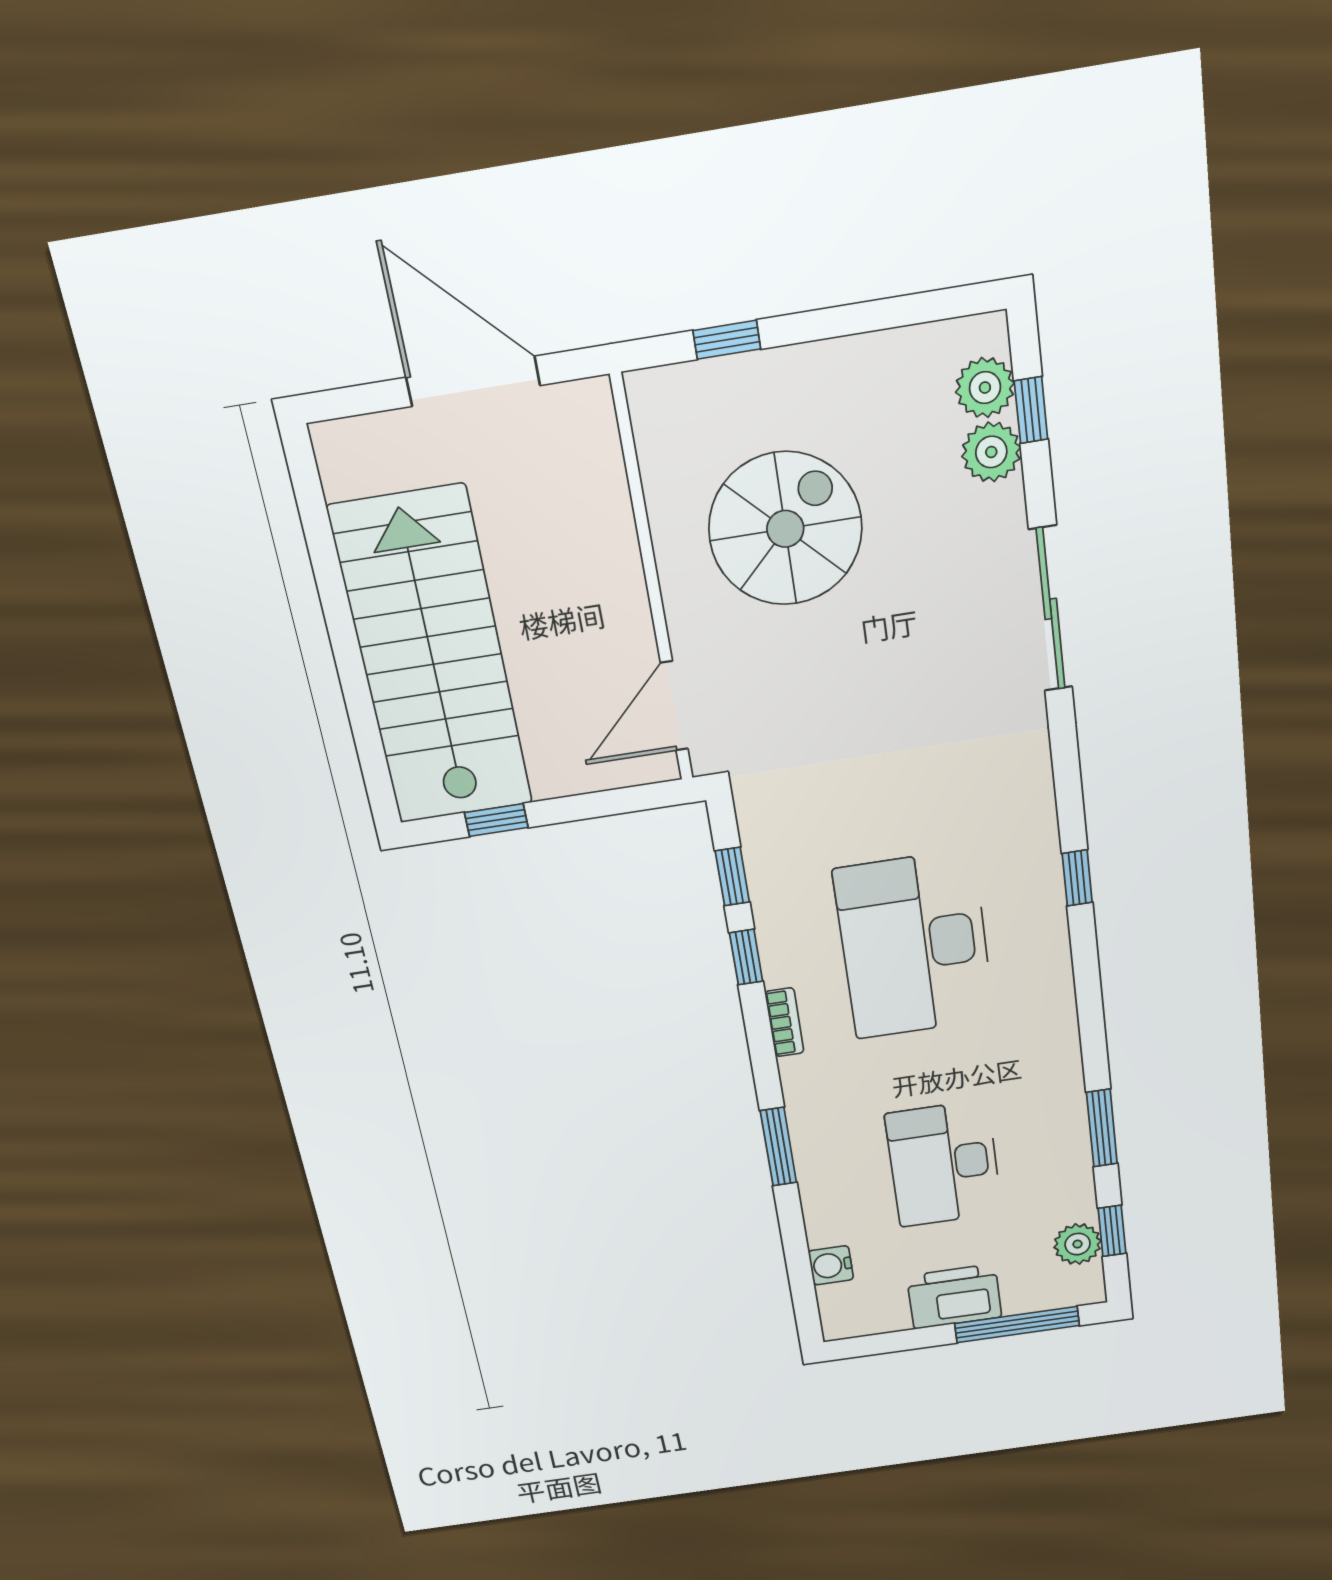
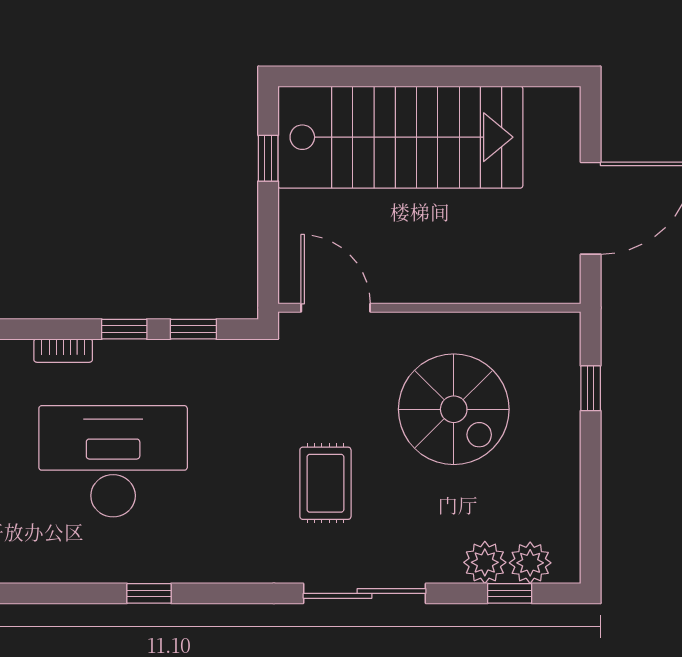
rug: (909, 683) -> (325, 483), added

